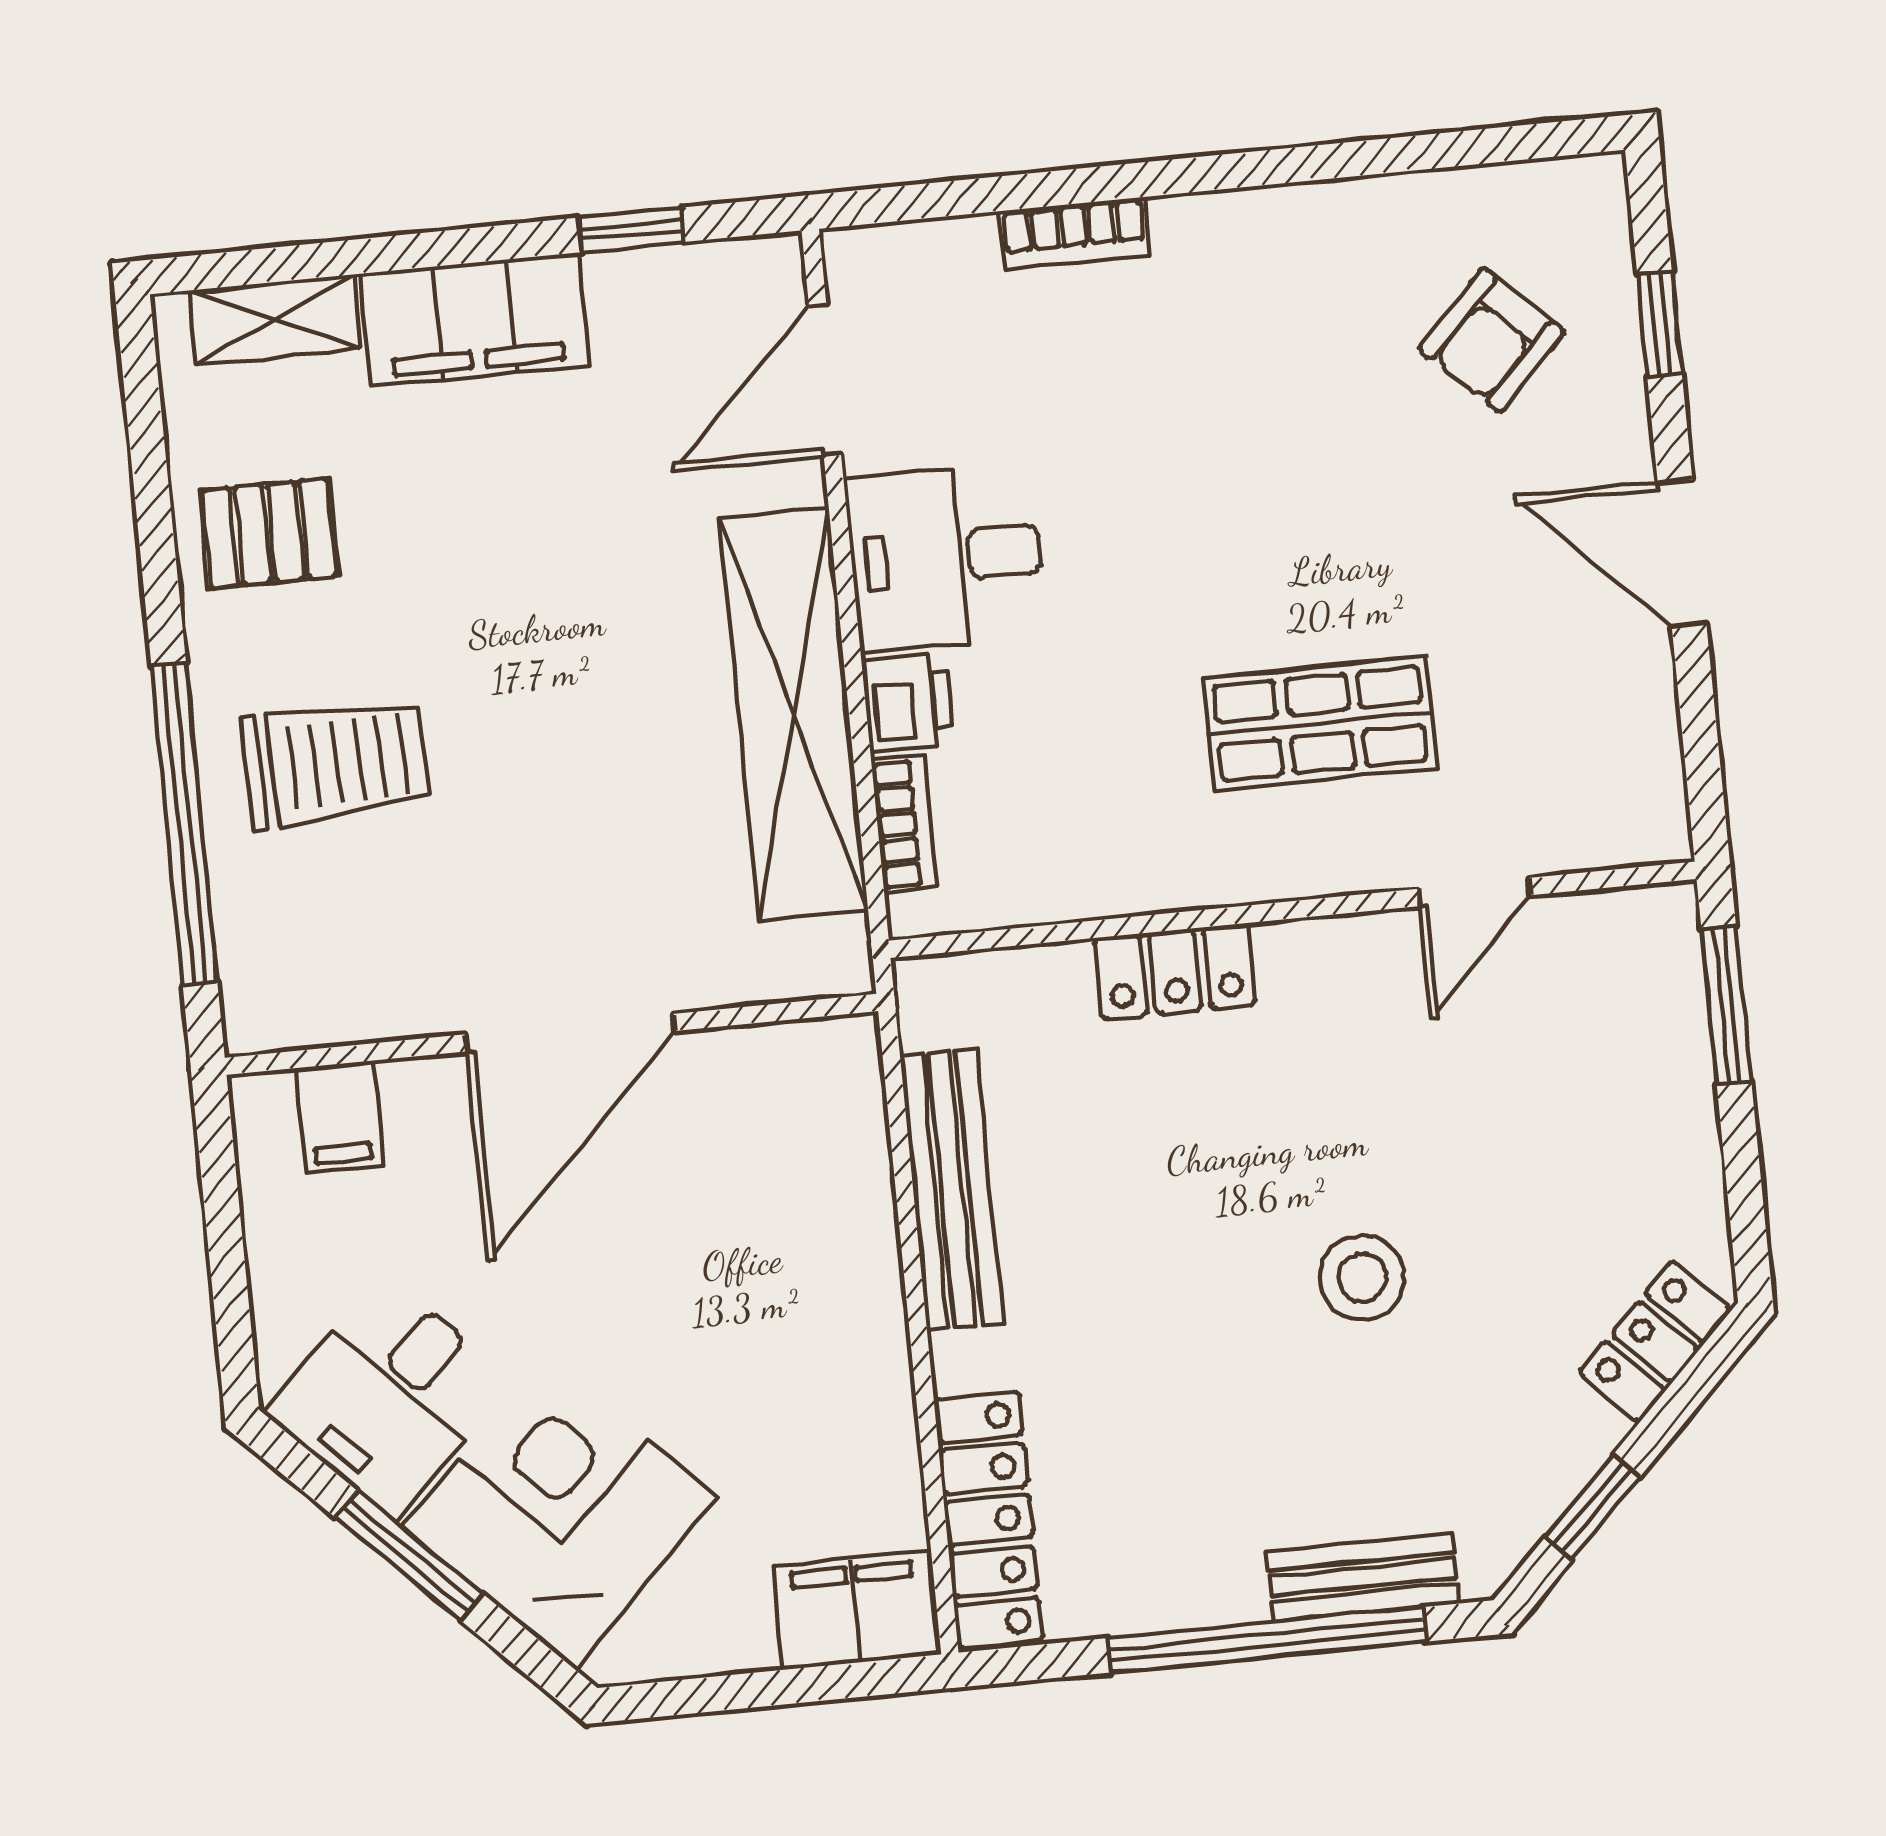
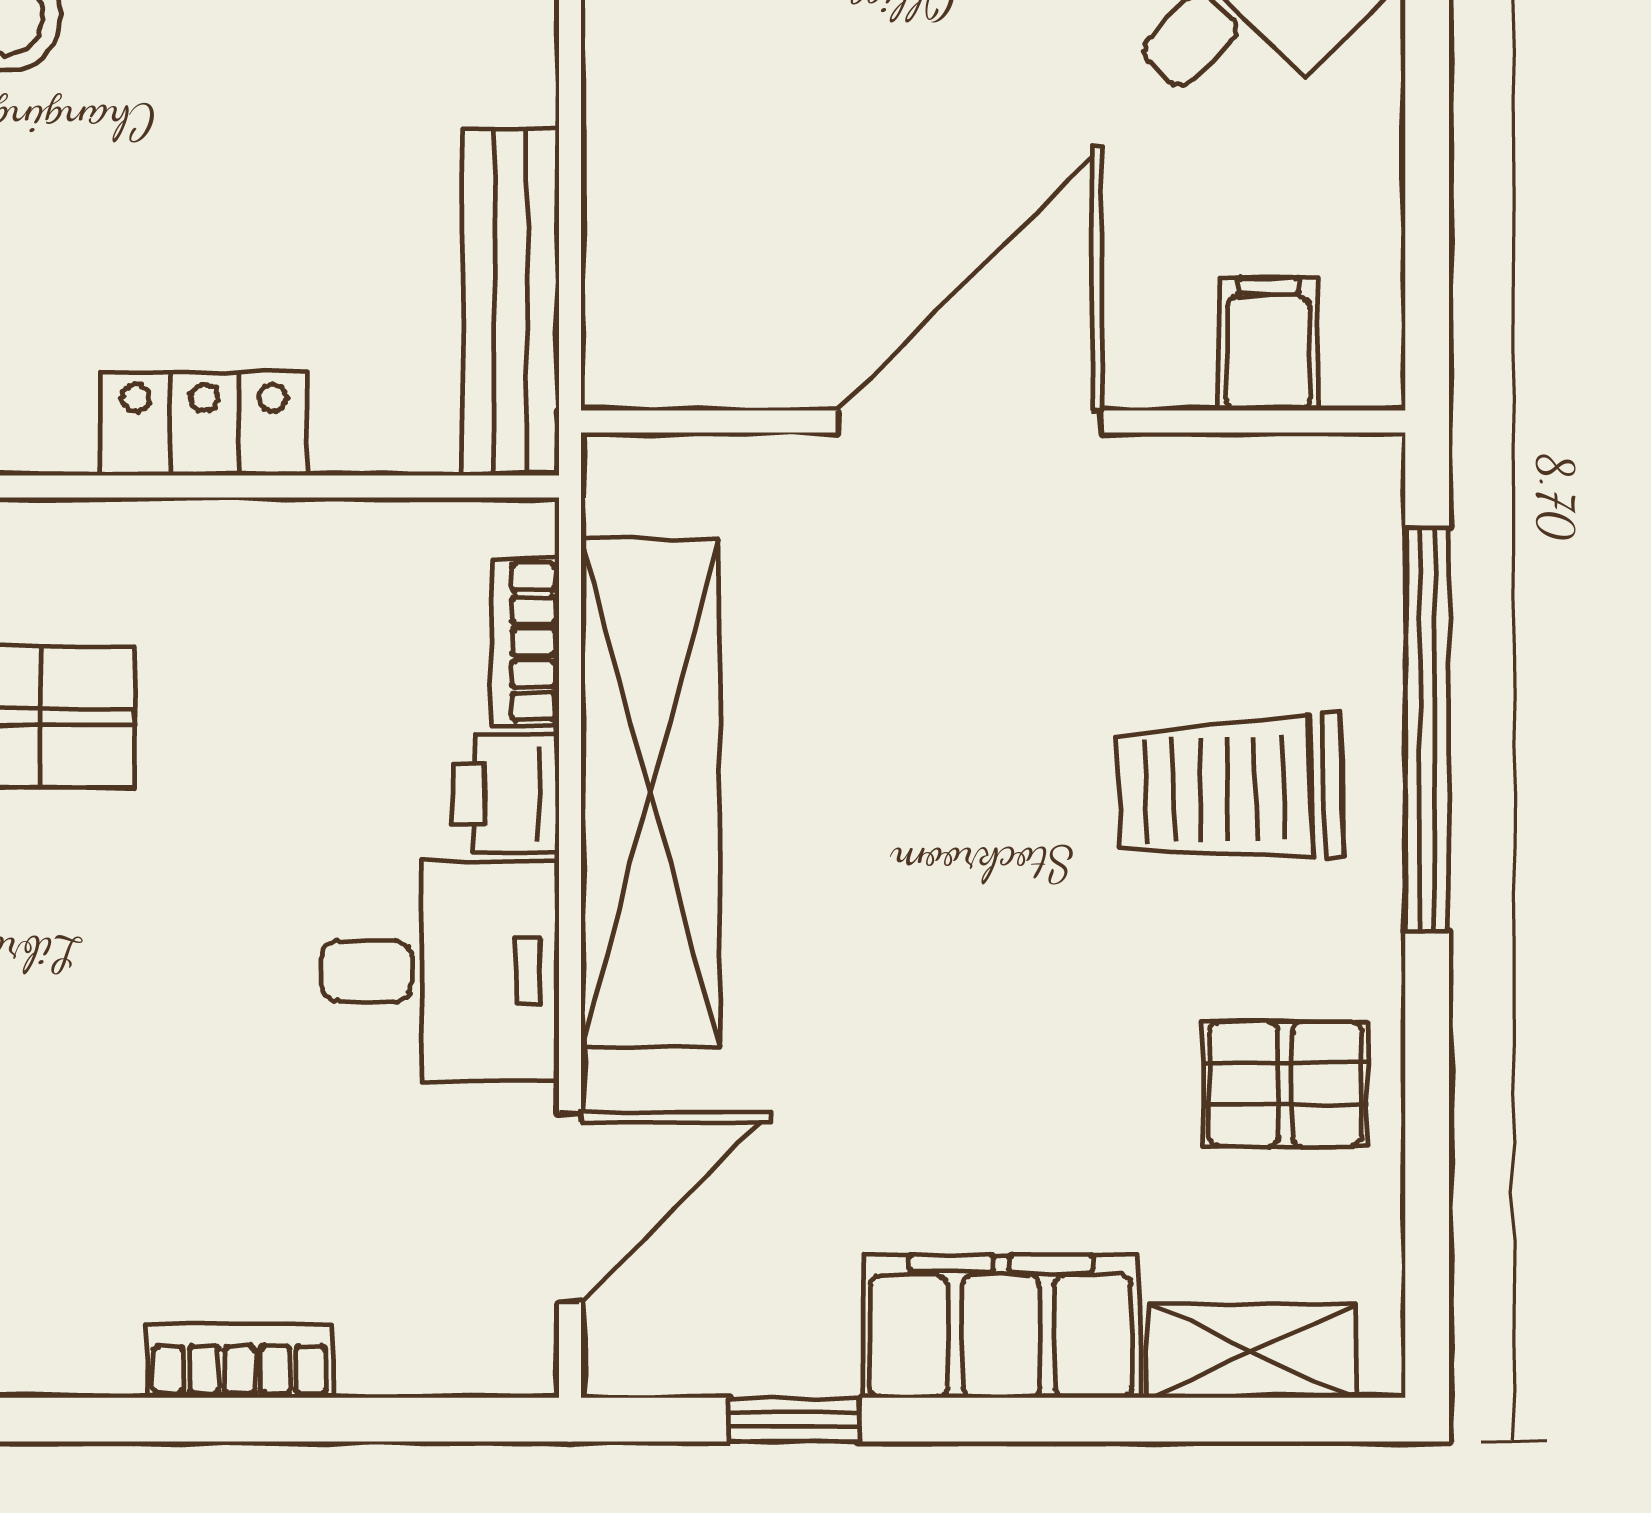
bench: (952, 1190) -> (511, 302), moved

